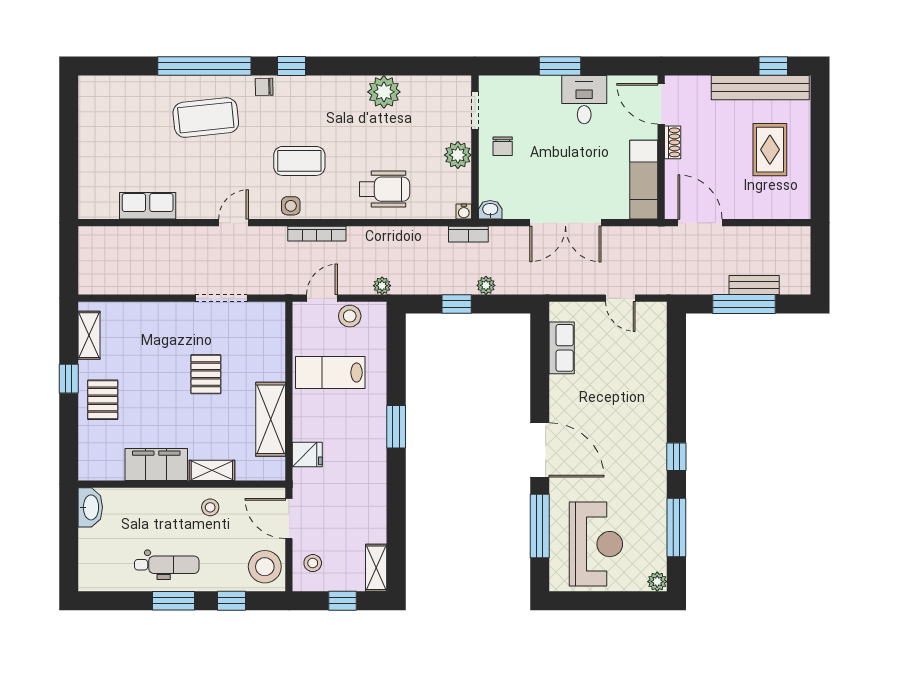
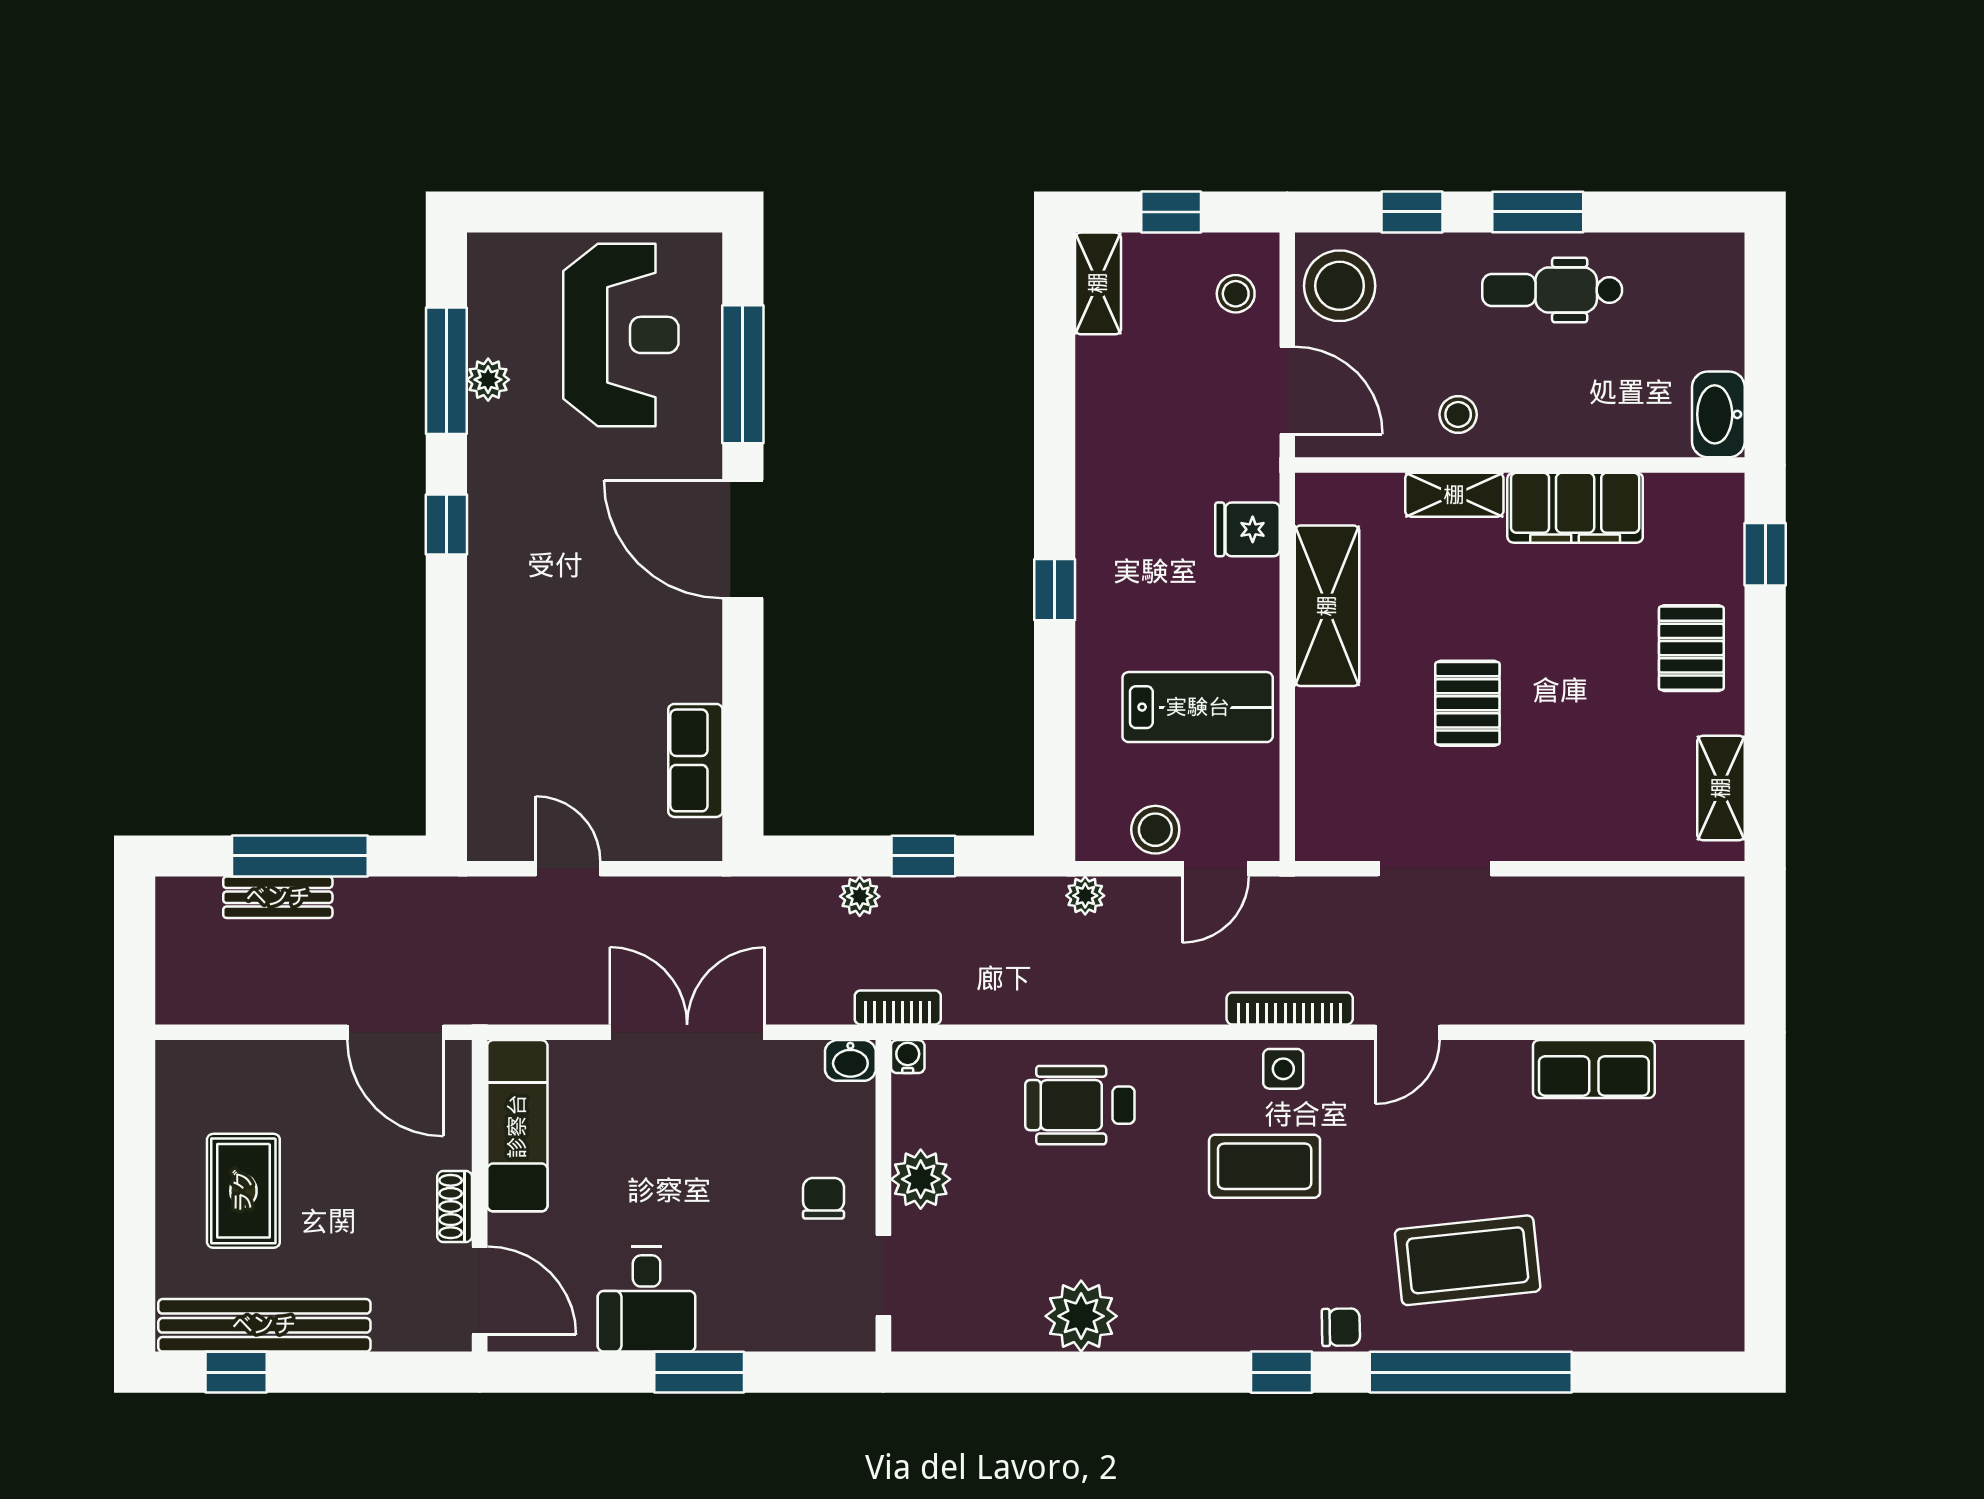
bookcase: (317, 234) -> (1290, 1009), moved
window: (69, 379) -> (1765, 554), moved
window: (396, 427) -> (1055, 590), width x0.67
reception desk: (596, 544) -> (621, 335), turned 180
plant: (657, 582) -> (488, 380), moved

